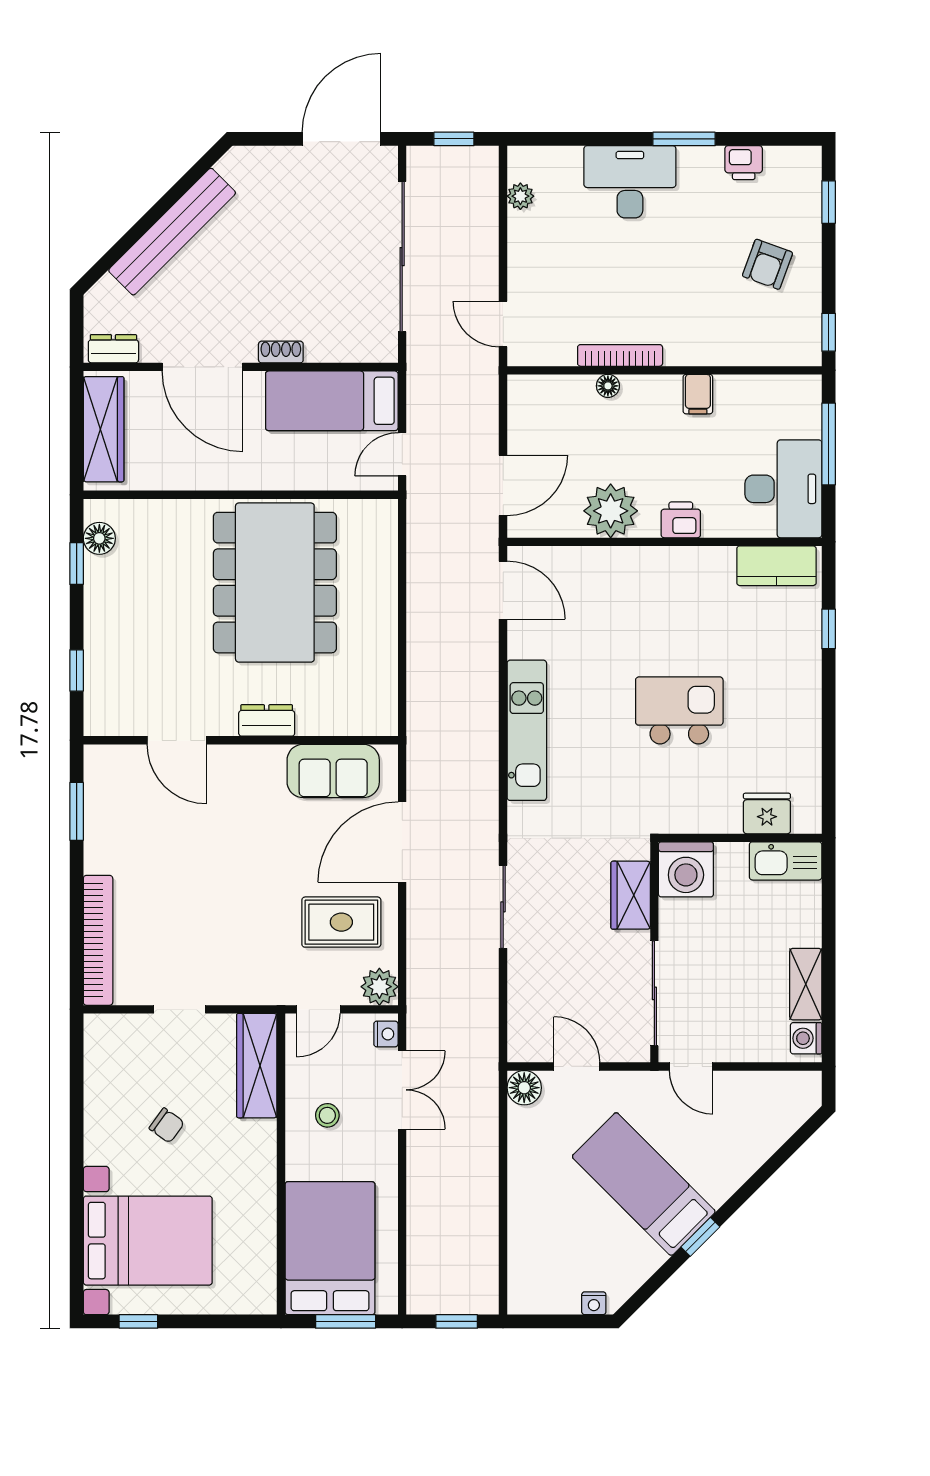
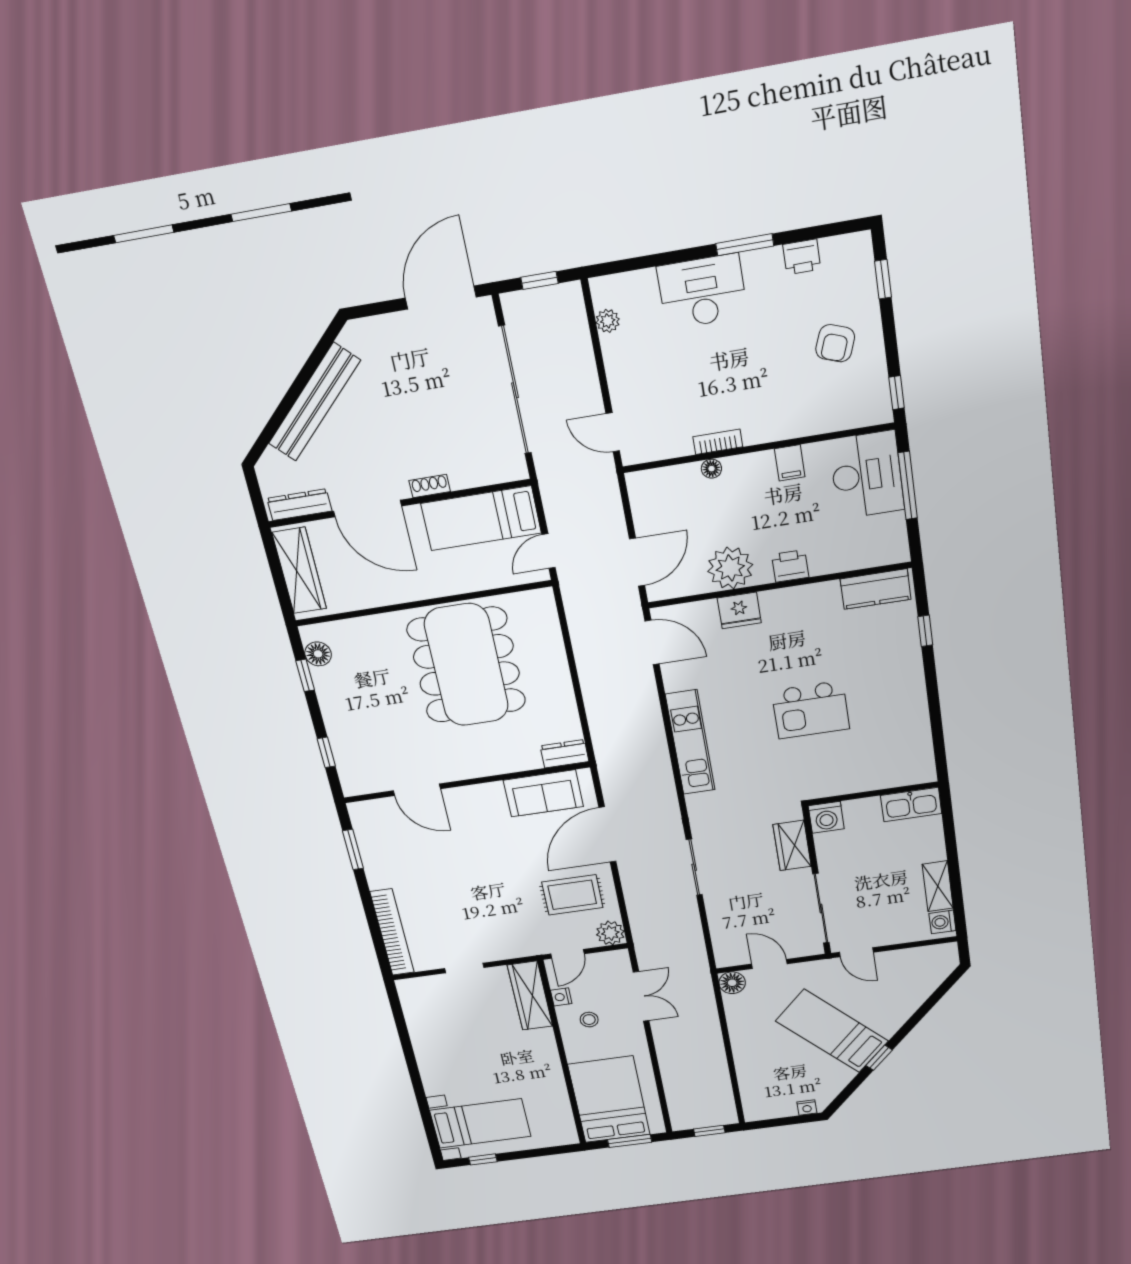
dresser: (113, 349) -> (299, 505), width x1.44
bookcase: (620, 355) -> (718, 442), width x0.64
desk: (783, 489) -> (867, 475), moved
kitchen island: (679, 710) -> (811, 710), turned 180
dresser: (267, 720) -> (565, 754), moved
fridge: (767, 813) -> (739, 610), moved, turned 180
washing machine: (686, 869) -> (826, 817), width x0.73, depth x0.73
nightstand: (386, 1034) -> (561, 997), moved, turned 180
chair: (167, 1125) -> (473, 1041), removed
bed with nightstands: (148, 1241) -> (480, 1123), width x0.73

